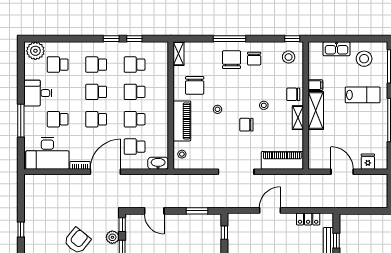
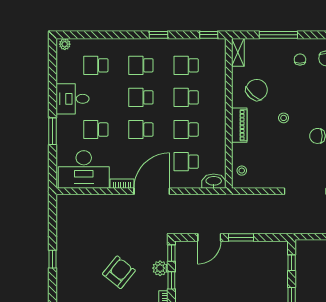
window: (134, 39) -> (209, 35), moved
window: (229, 39) -> (278, 35), moved
plant: (35, 51) -> (65, 44), width x0.53, depth x0.53
chair: (232, 60) -> (300, 60), width x0.54, depth x0.54
chair: (195, 85) -> (257, 90), turned -139
window: (21, 121) -> (53, 131), width x0.69
piano: (182, 121) -> (239, 125), width x0.73, depth x0.75
door: (154, 211) -> (209, 237), hinge flipped
window: (197, 211) -> (241, 237), moved

